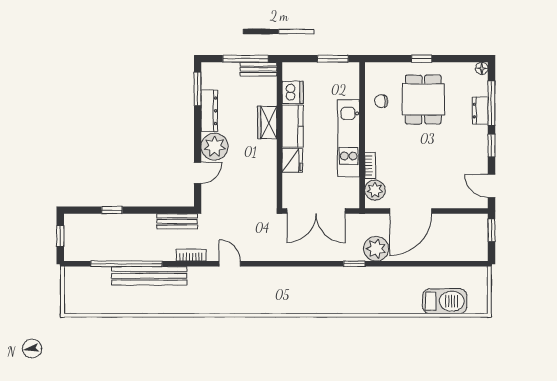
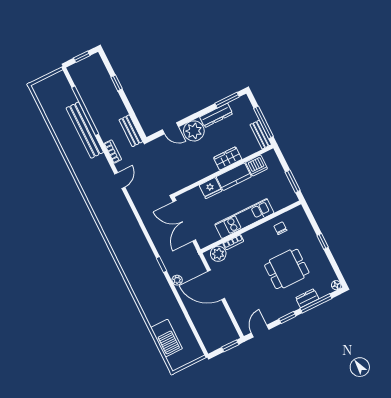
dining table: (423, 99) -> (287, 269), moved
plant: (376, 249) -> (177, 280), width x0.53, depth x0.53

